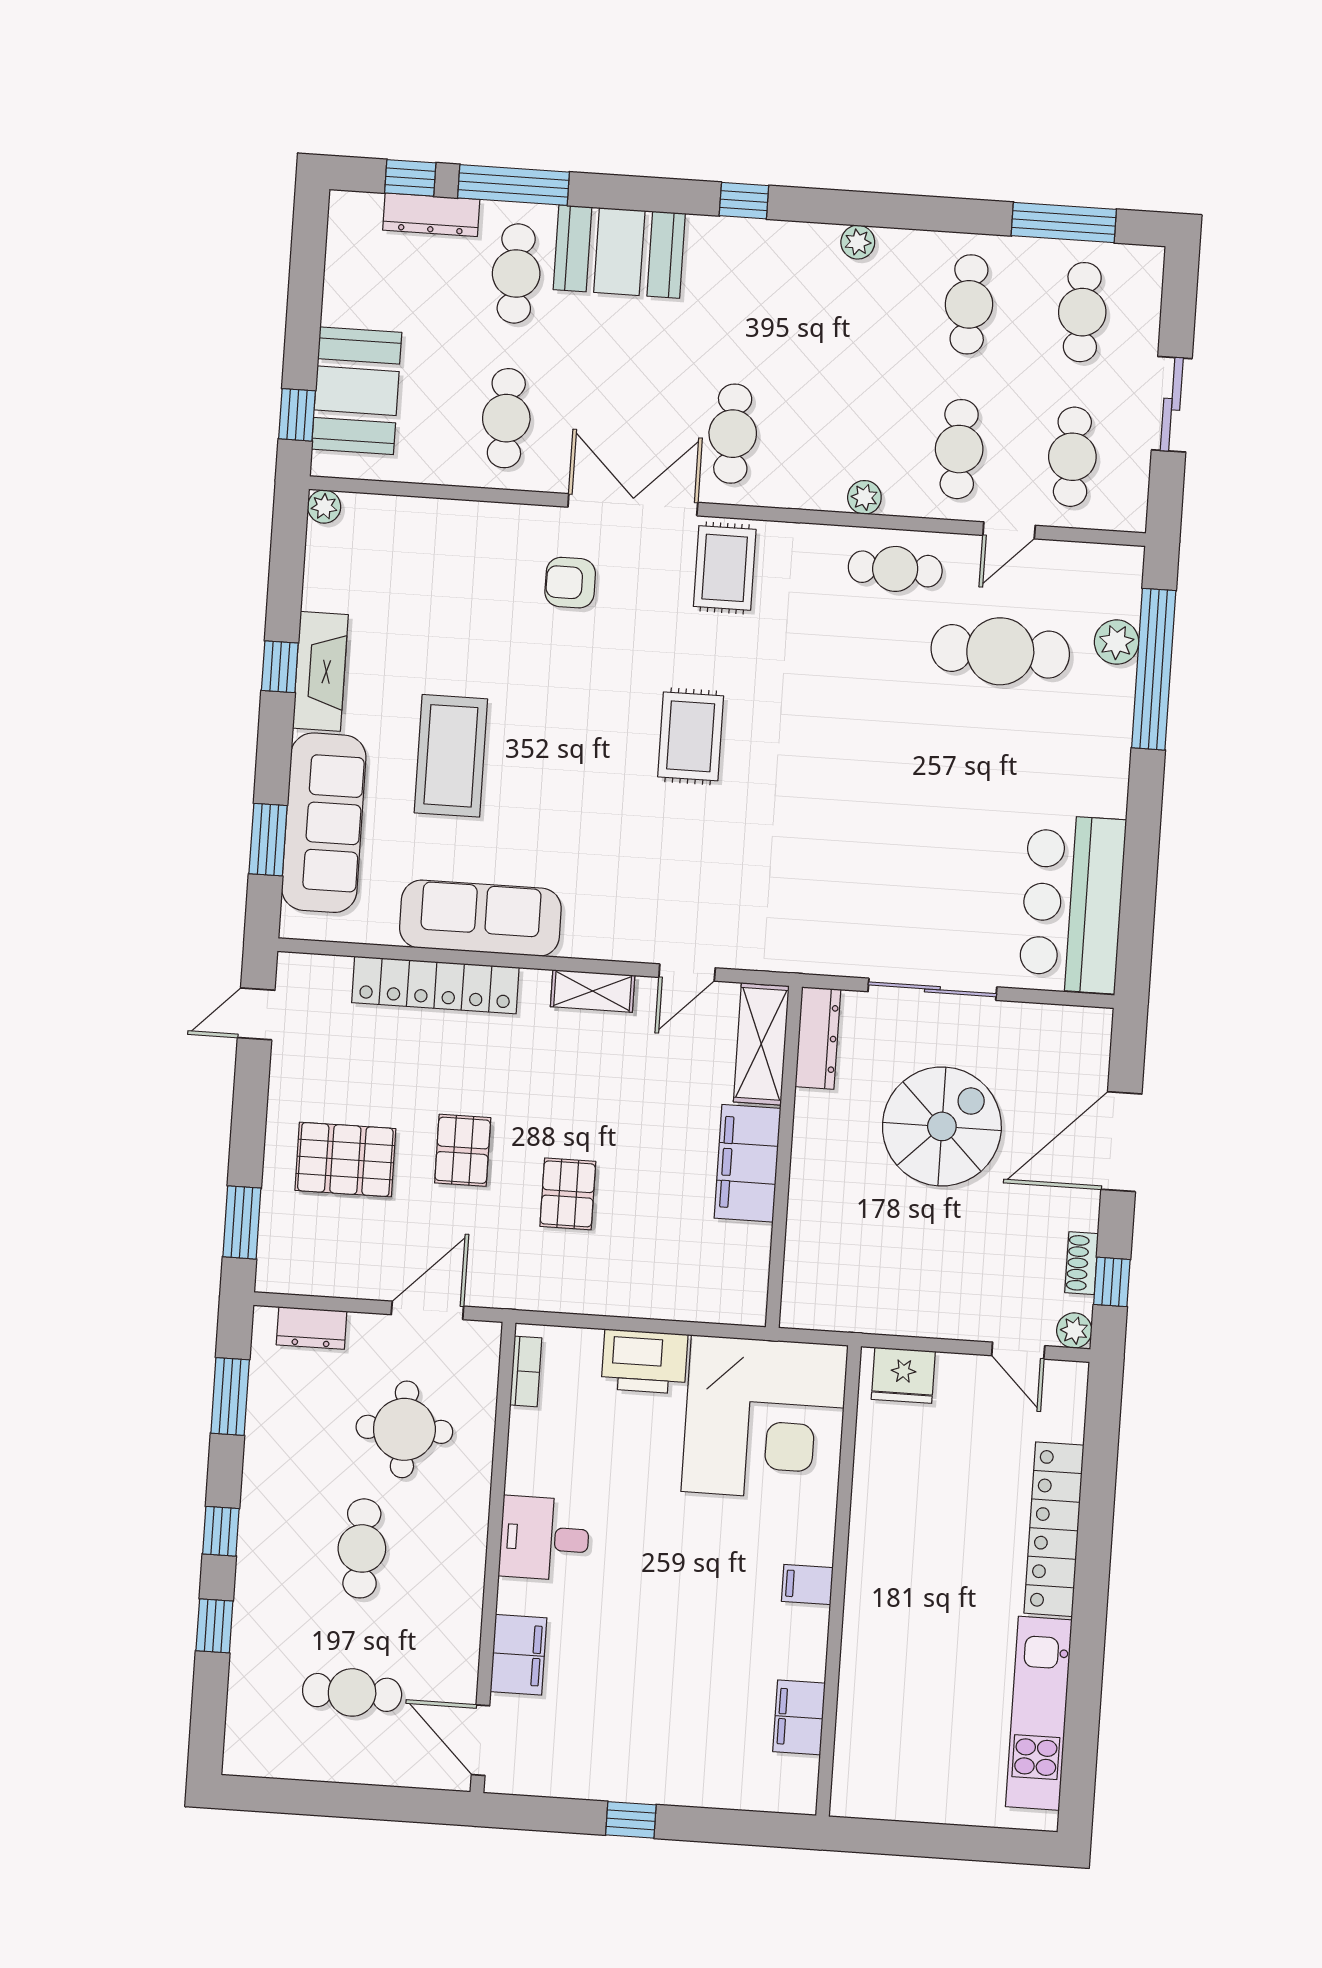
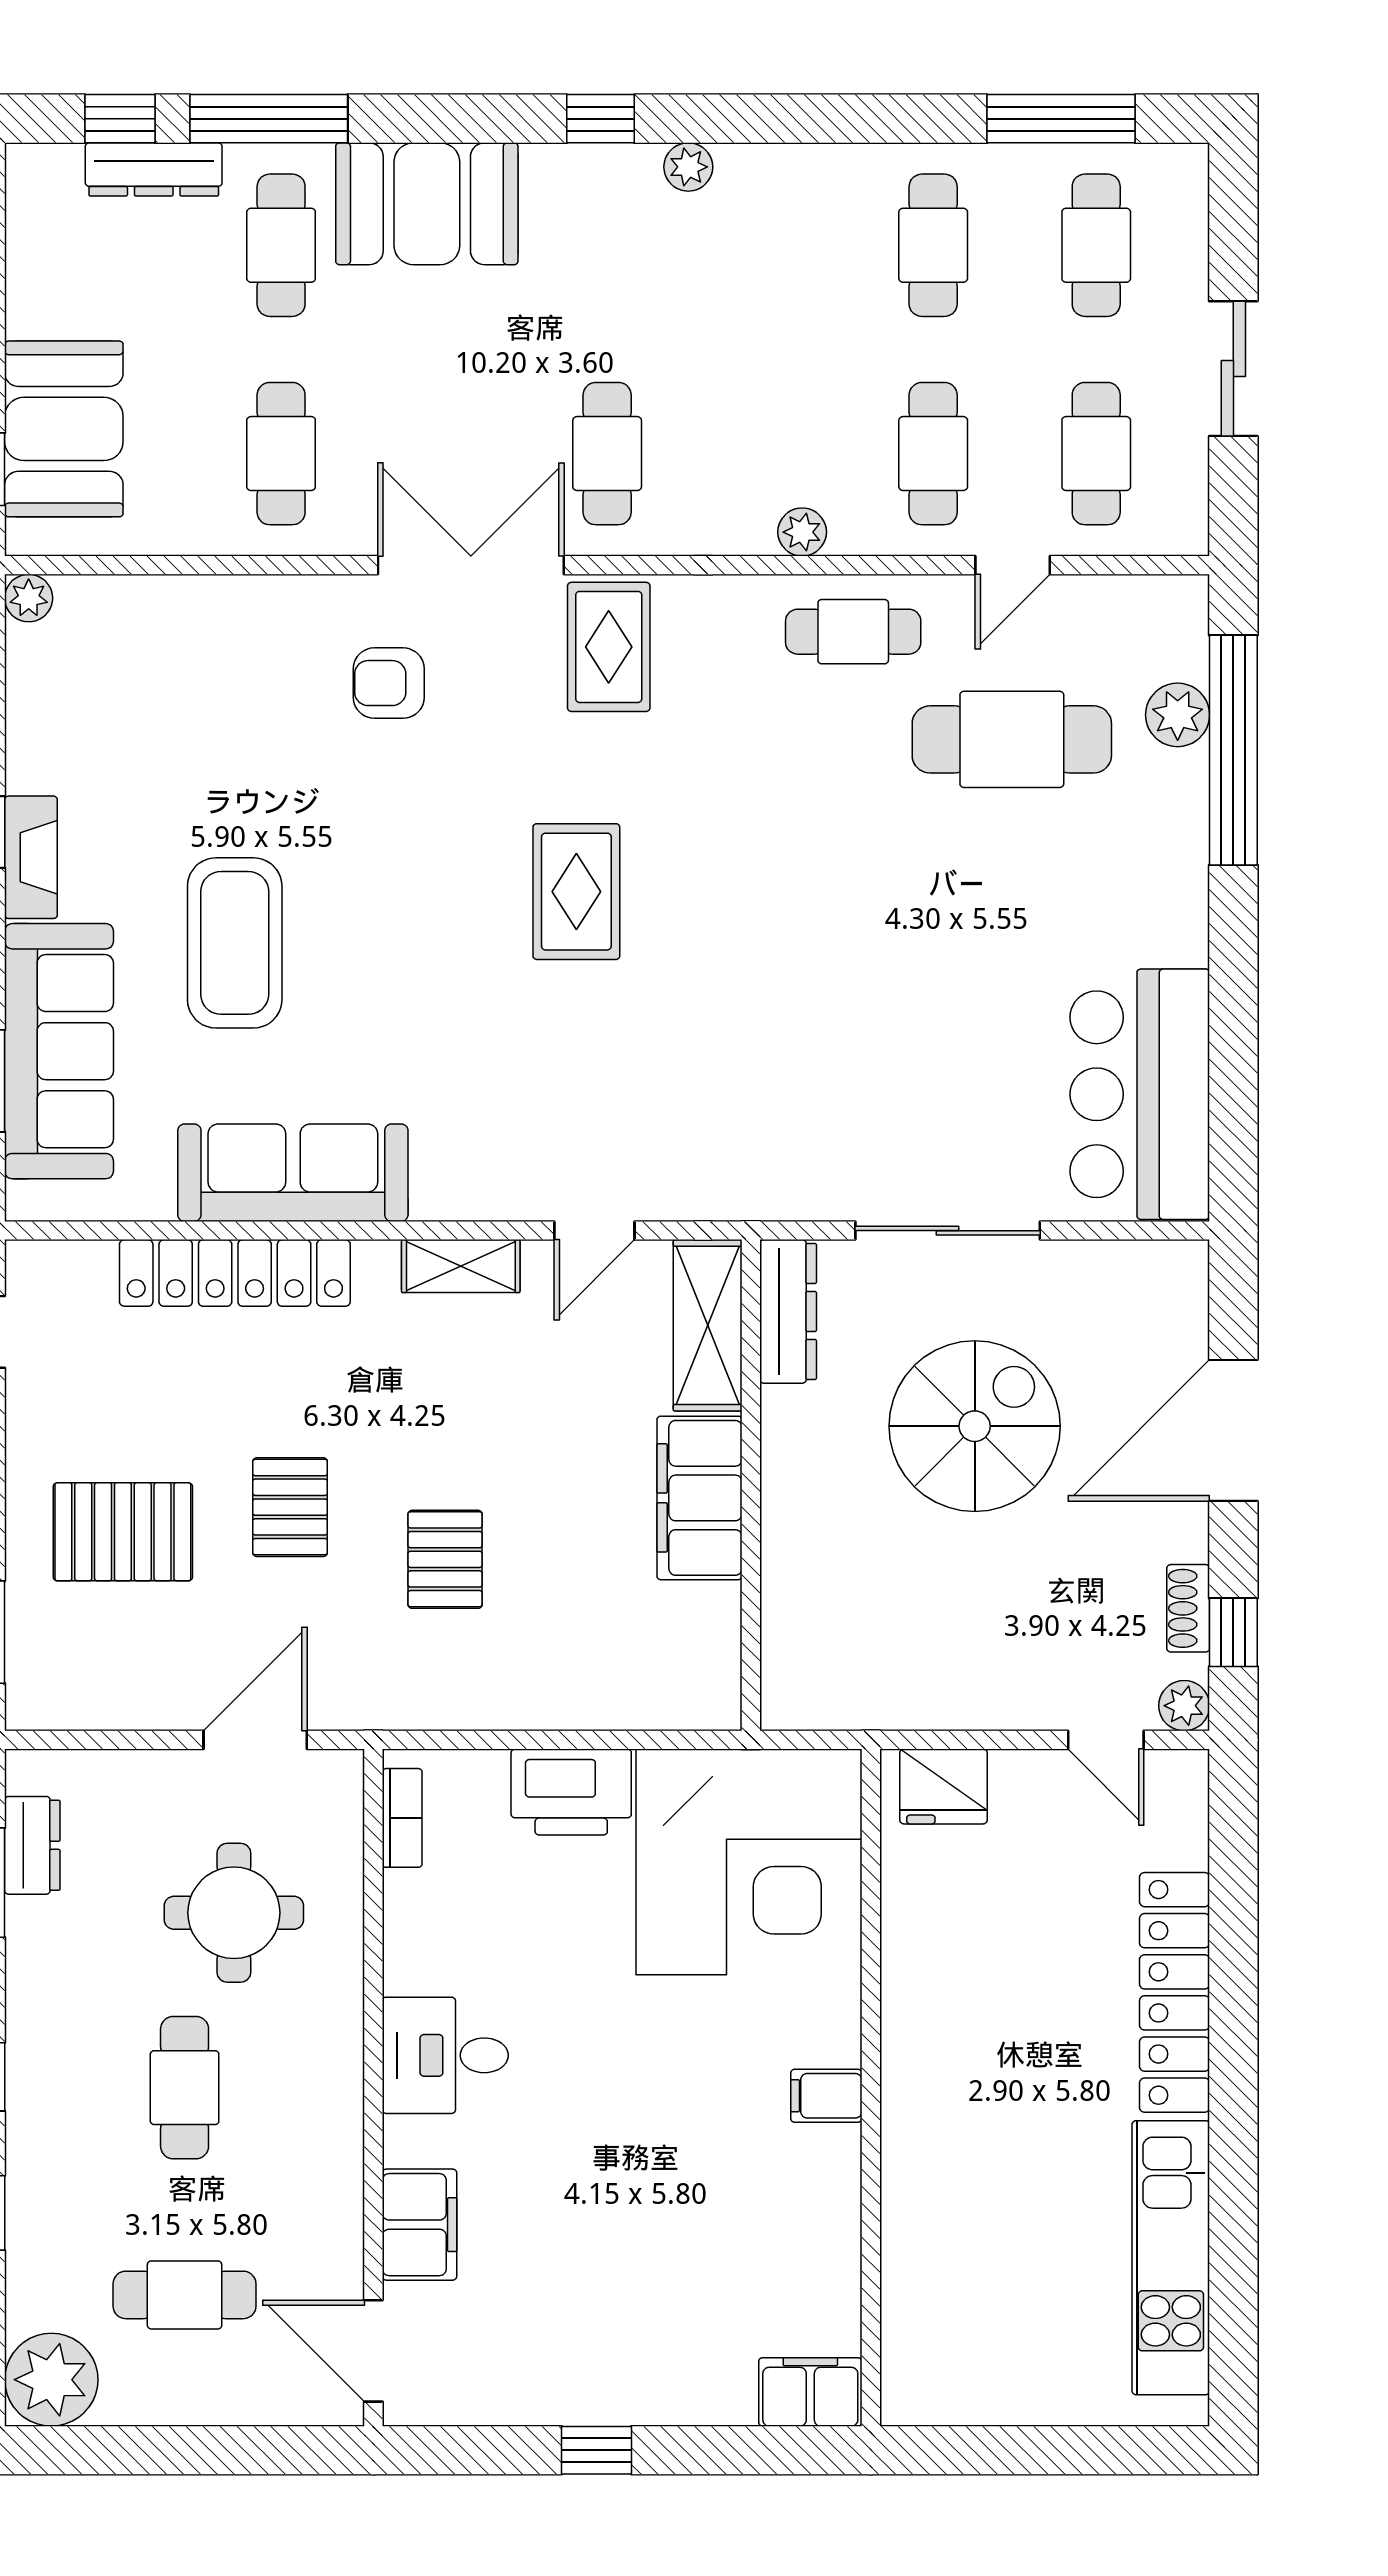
plant: (858, 242) -> (688, 167), moved
fireplace: (320, 671) -> (31, 857), width x0.73, depth x0.76
dresser: (312, 1328) -> (32, 1845), moved, turned -90
filing cabinet: (799, 1717) -> (810, 2392), moved, turned 90
plant: (256, 1745) -> (51, 2380), added

